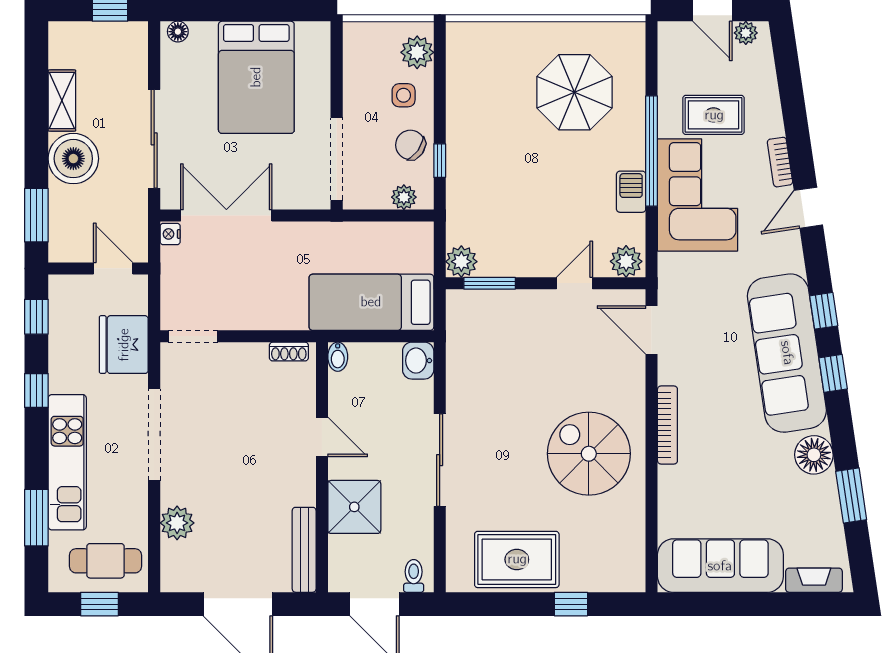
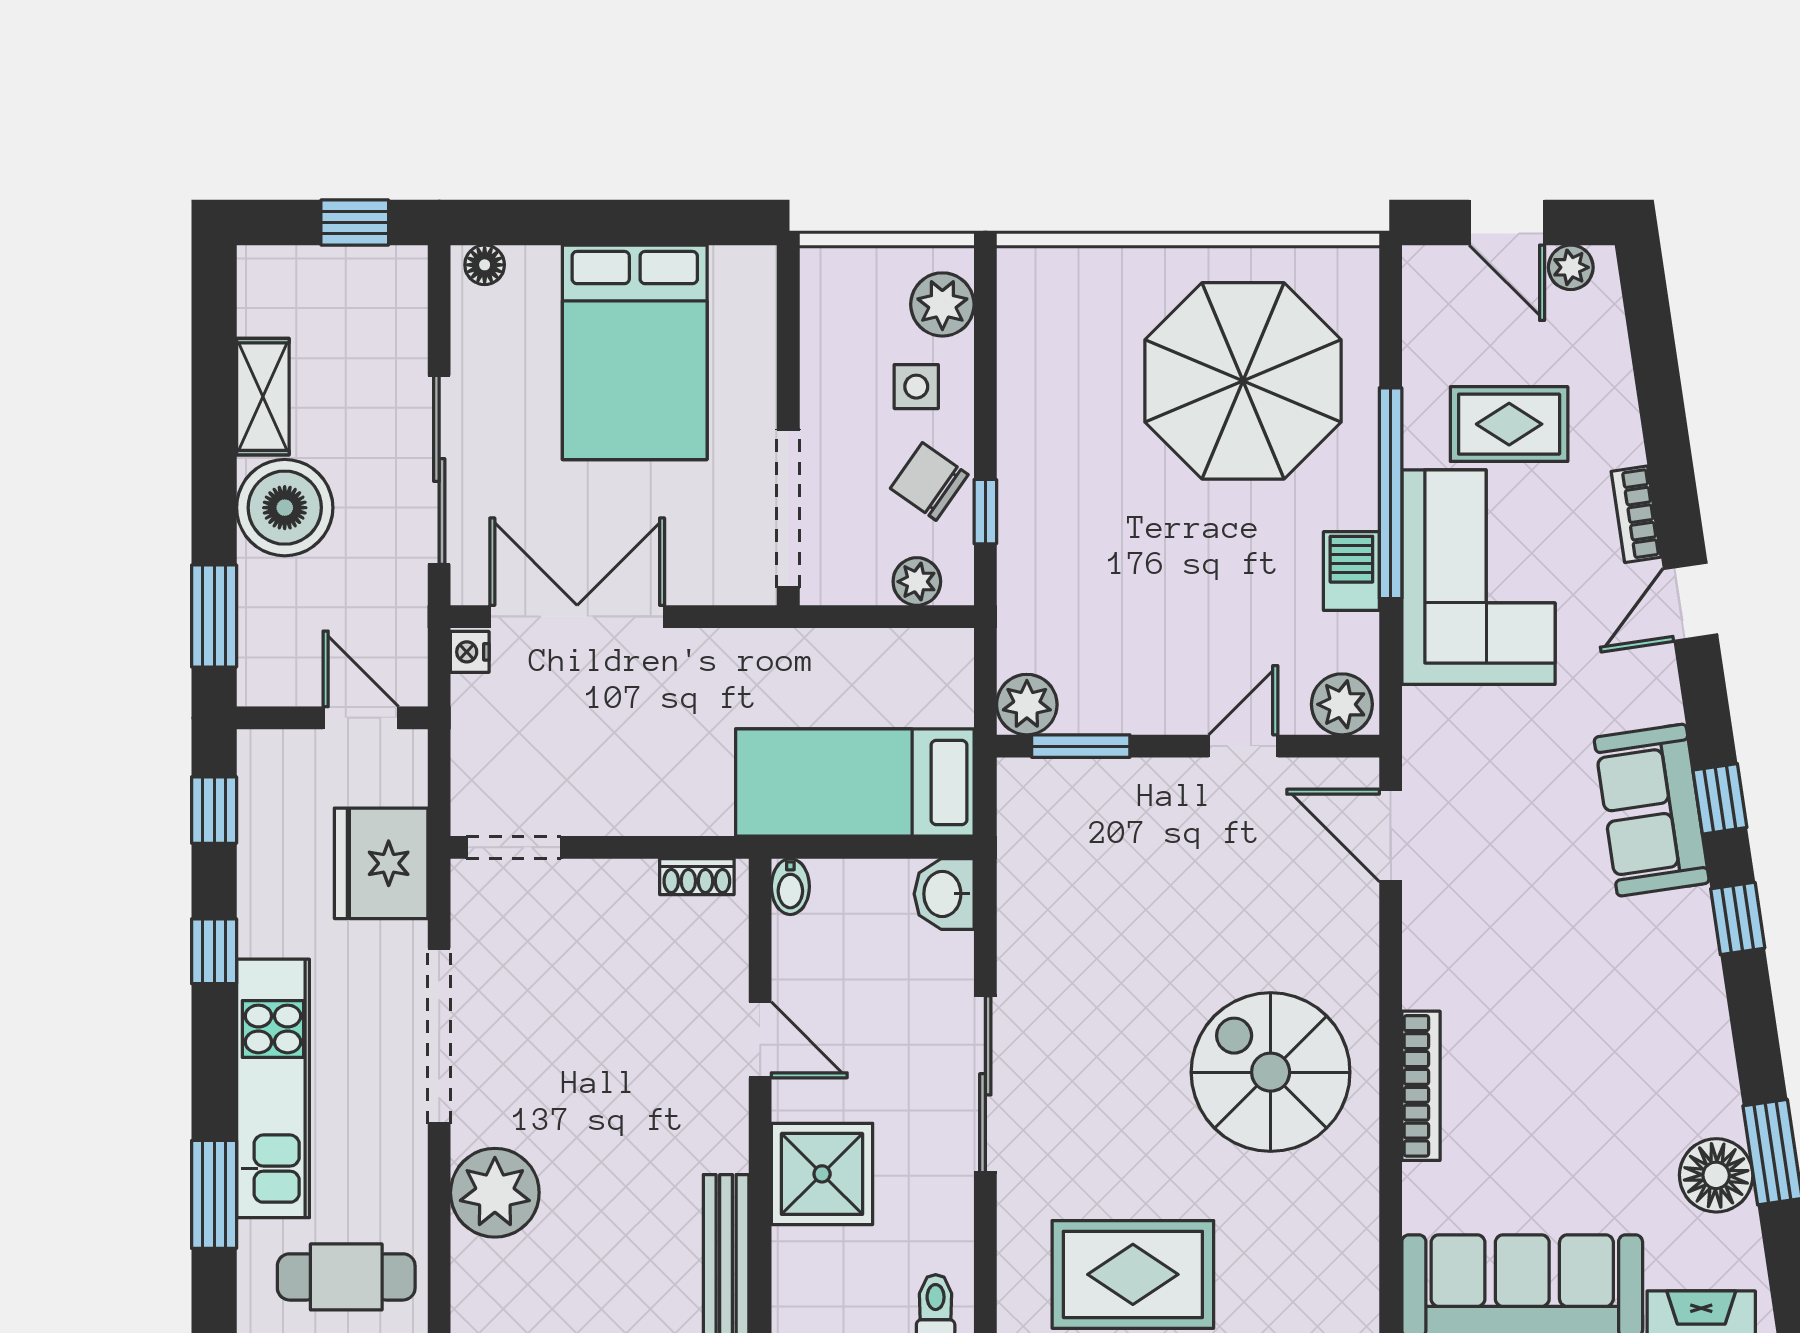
parasol: (574, 92) -> (1243, 381), width x1.36, depth x1.36
sofa: (787, 353) -> (1652, 810), width x0.54, depth x0.79
bookcase: (667, 425) -> (1421, 1086), moved
floor lamp: (814, 455) -> (1716, 1175), moved
plant: (177, 523) -> (495, 1193), width x1.36, depth x1.36

